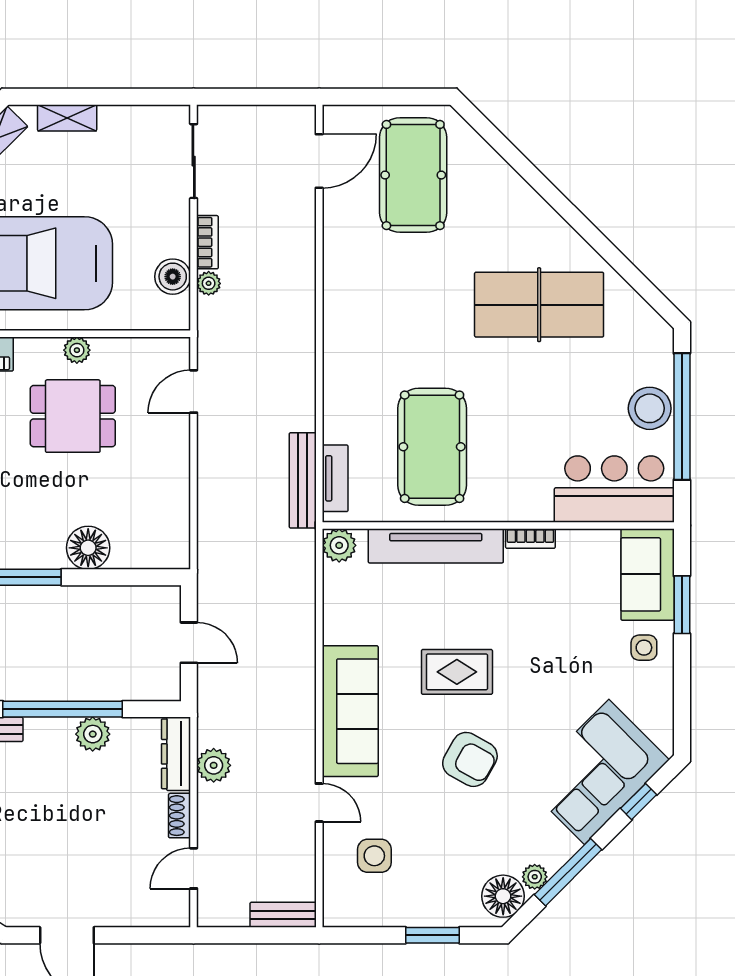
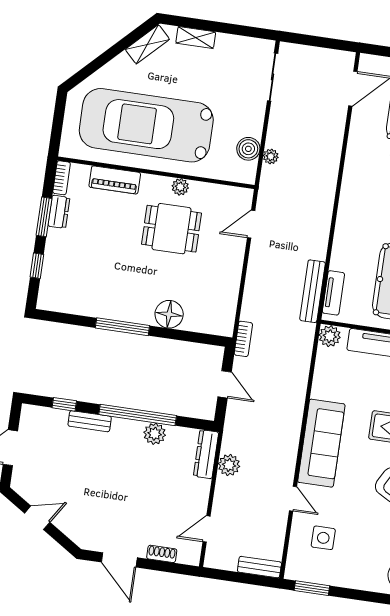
bookcase: (207, 242) -> (243, 339), moved
shoe rack: (180, 816) -> (162, 554), moved, turned 90
window: (433, 935) -> (312, 588), moved

